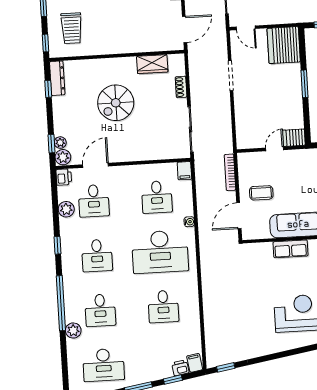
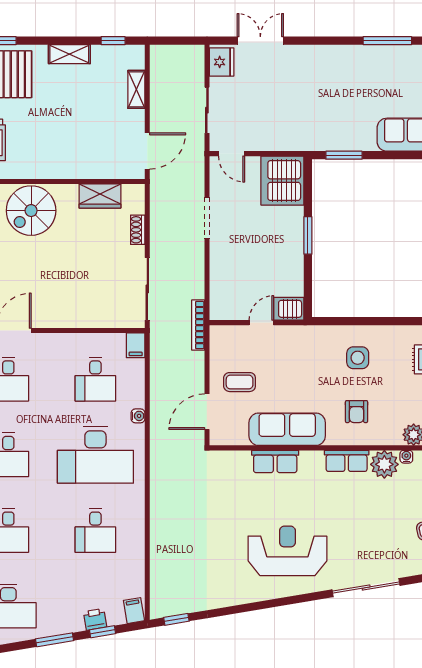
spiral stairs: (116, 103) -> (31, 211), moved
bookcase: (230, 172) -> (198, 325), moved
printer: (180, 368) -> (95, 619), moved

